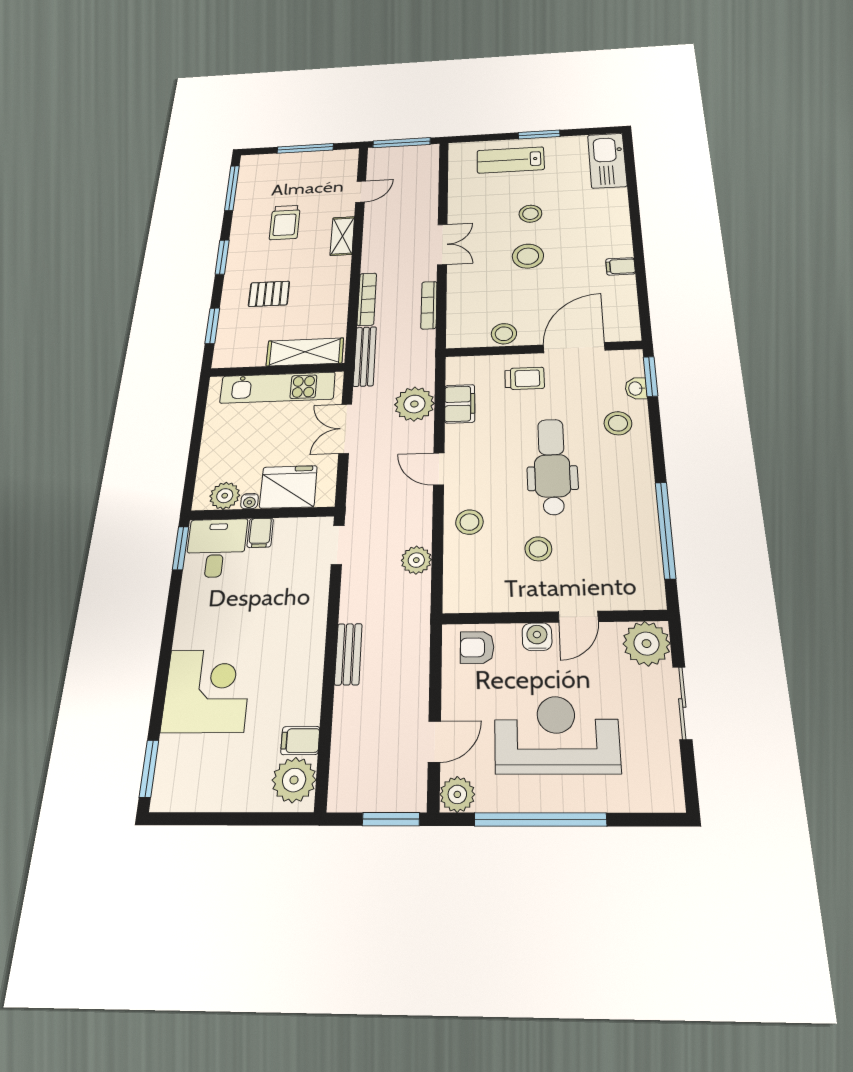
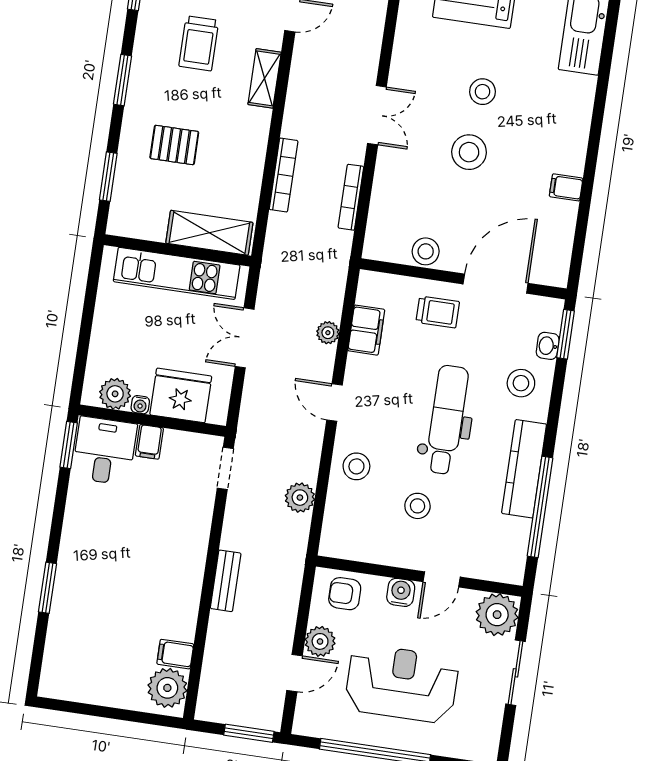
bench: (365, 356) -> (274, 251), removed
plant: (414, 404) -> (328, 333), width x0.53, depth x0.53
kitchen counter: (640, 497) -> (524, 469), added
corner desk: (207, 691) -> (91, 595), removed
window: (149, 769) -> (48, 588), moved
plant: (457, 794) -> (320, 641), moved

